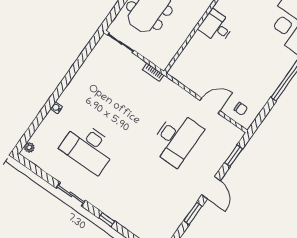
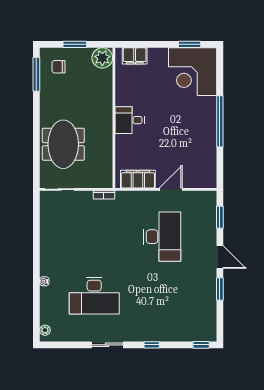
filing cabinet: (189, 79) -> (138, 179), added
chair: (241, 109) -> (198, 174), removed

